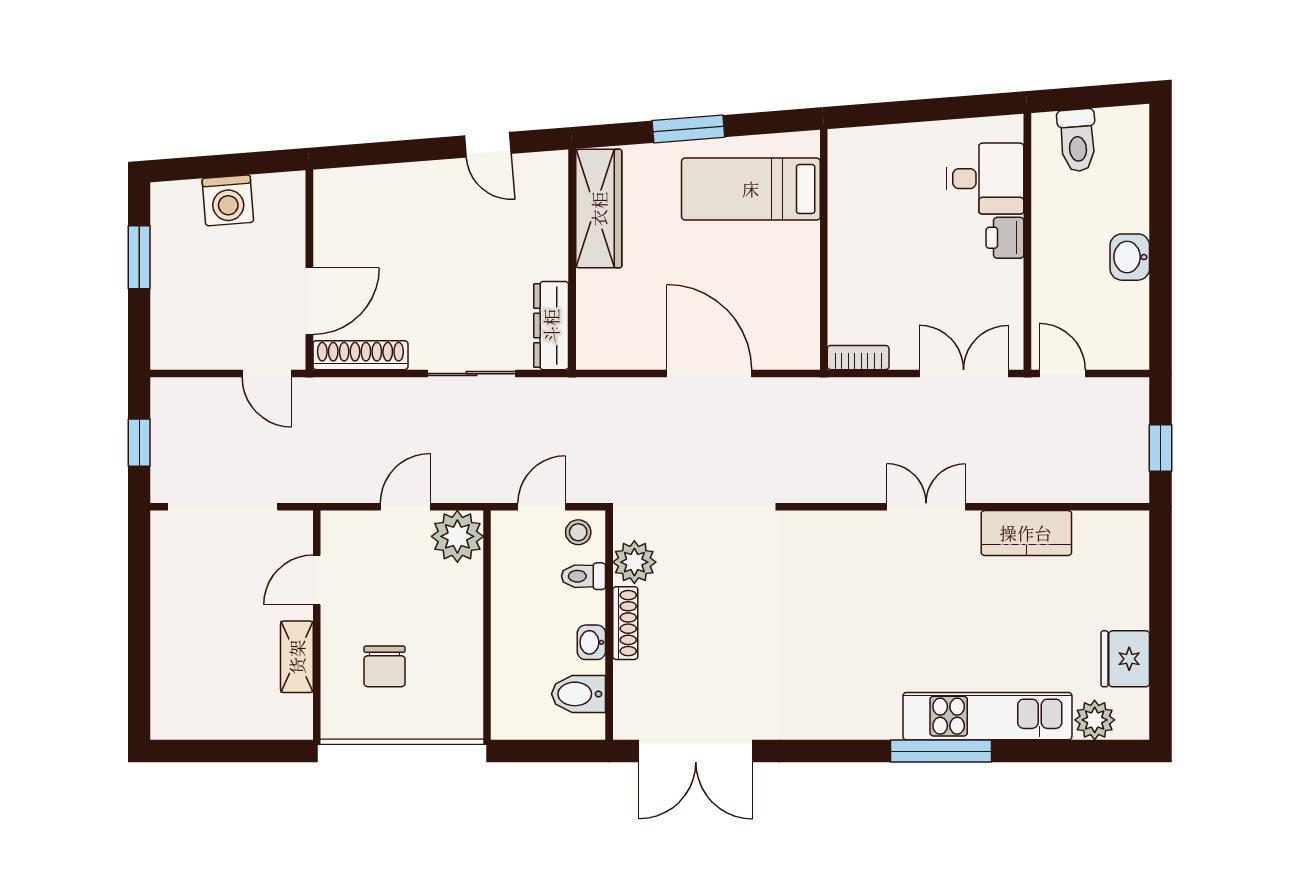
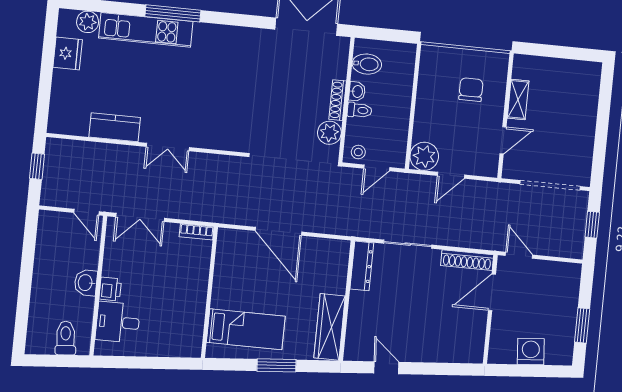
washbasin: (1130, 257) -> (86, 283), moved, turned 180
toilet: (583, 576) -> (360, 110), moved

